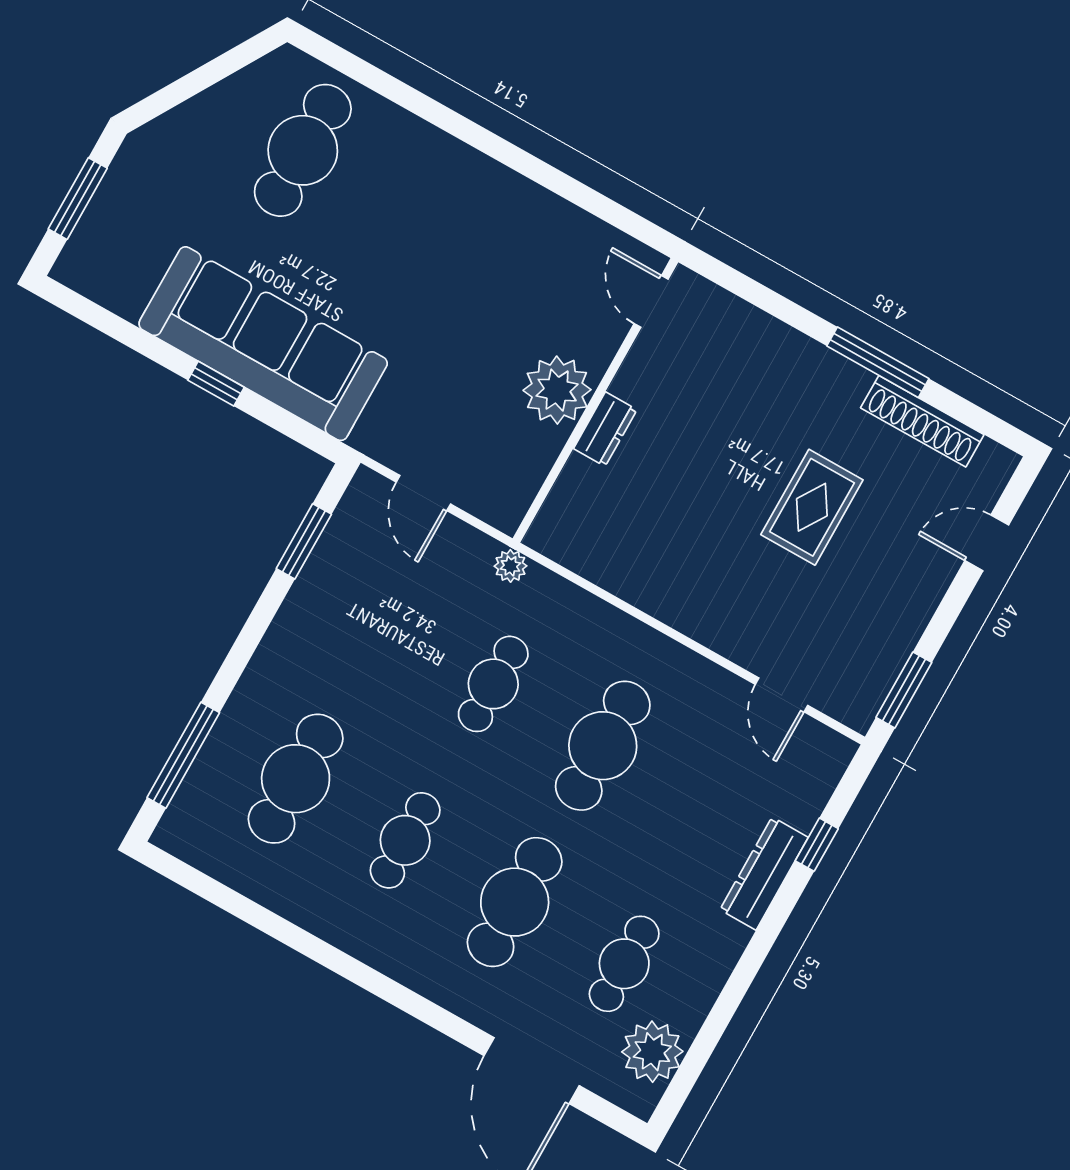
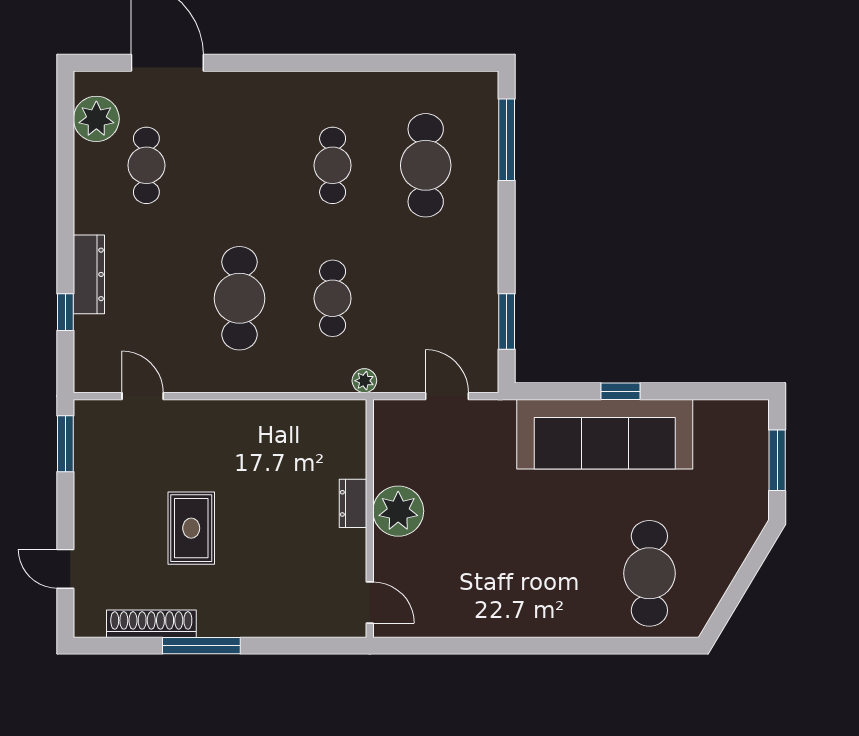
door: (987, 543) -> (65, 569), swing flipped
cafe table: (515, 902) -> (239, 165), removed

